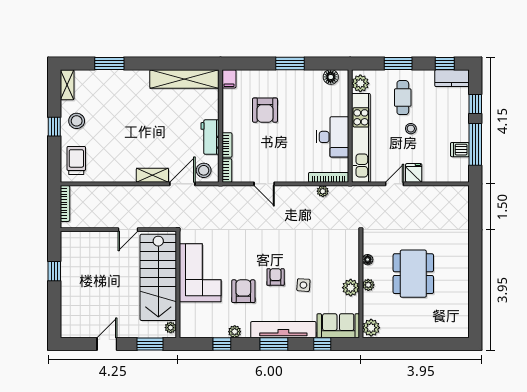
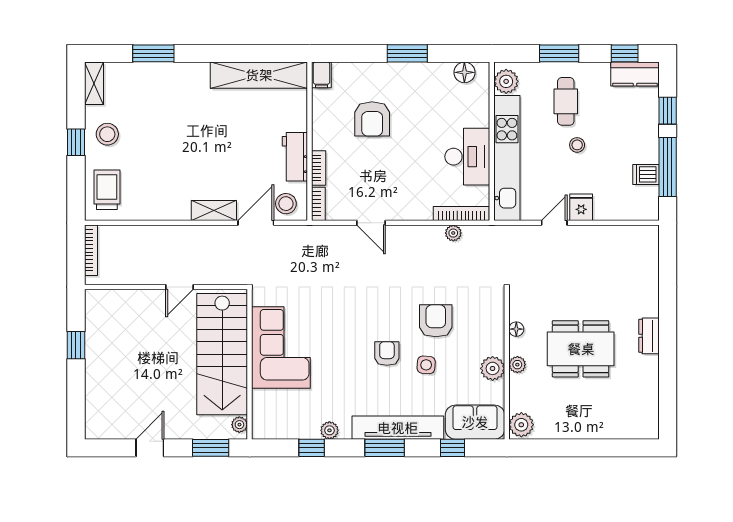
dresser: (462, 264) -> (649, 336), added
dining table: (413, 274) -> (581, 349), turned 90
armchair: (243, 291) -> (436, 321), moved

